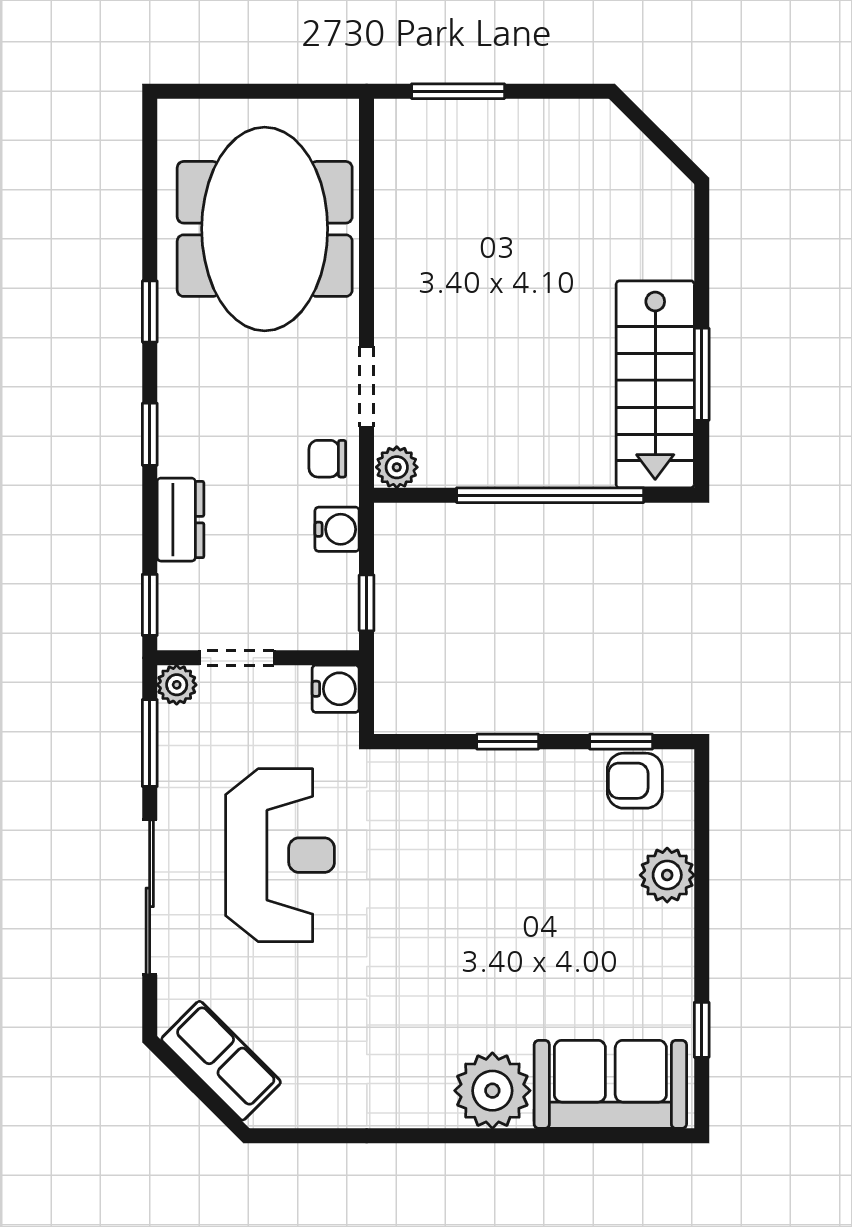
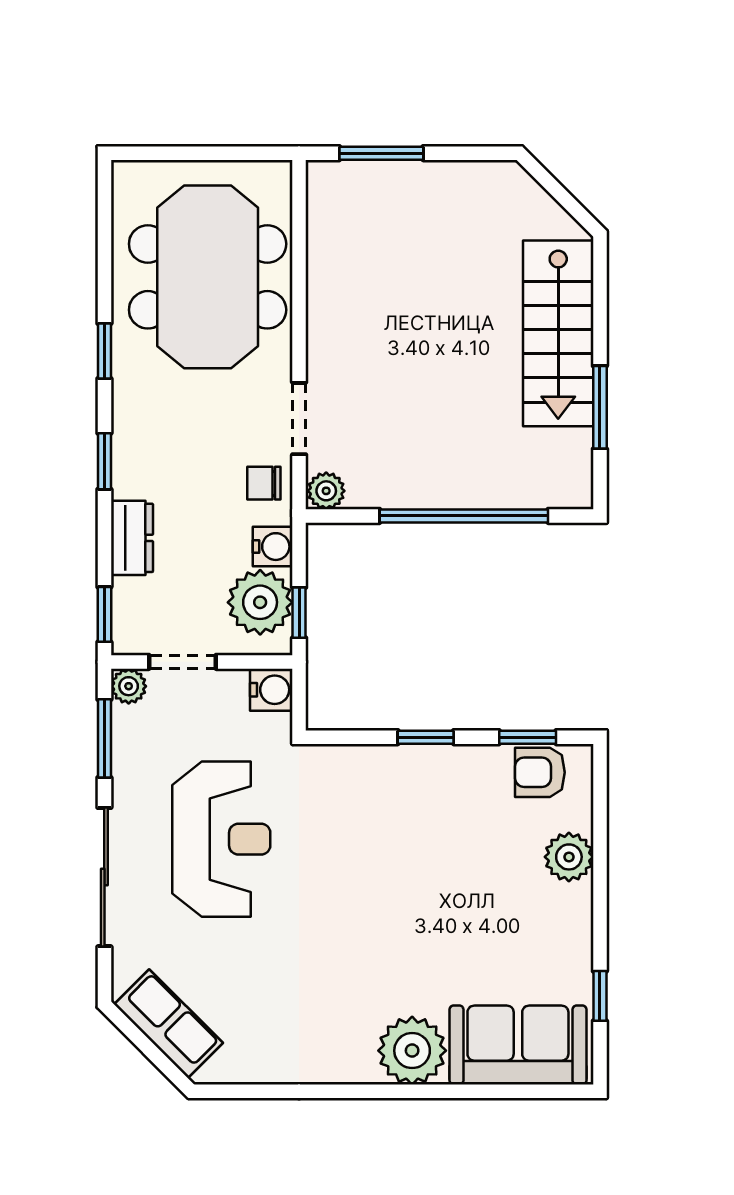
stairs: (655, 384) -> (558, 333), moved
plant: (323, 591) -> (260, 602), added

